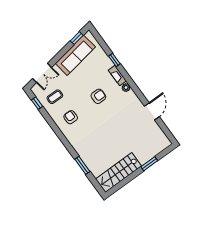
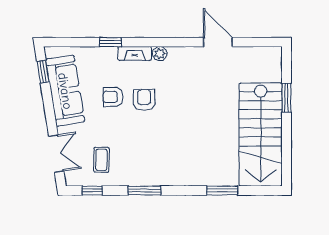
armchair: (71, 117) -> (113, 97), moved
window: (55, 128) -> (144, 190), added
stairs: (119, 172) -> (261, 135), width x1.36, depth x1.51

